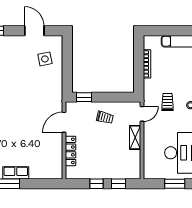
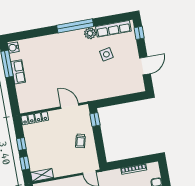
side table: (45, 59) -> (106, 54), moved
shelving: (135, 137) -> (42, 175), moved
locker: (71, 151) -> (35, 118), moved

